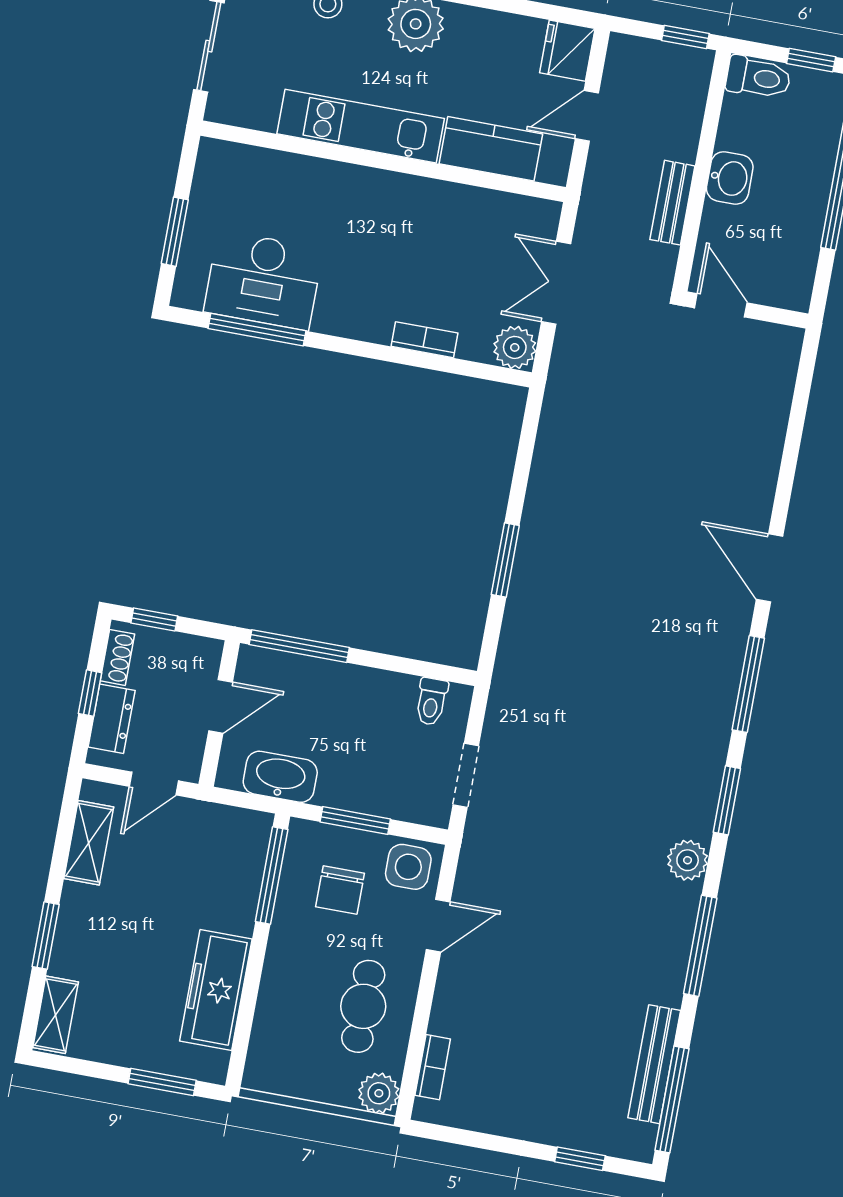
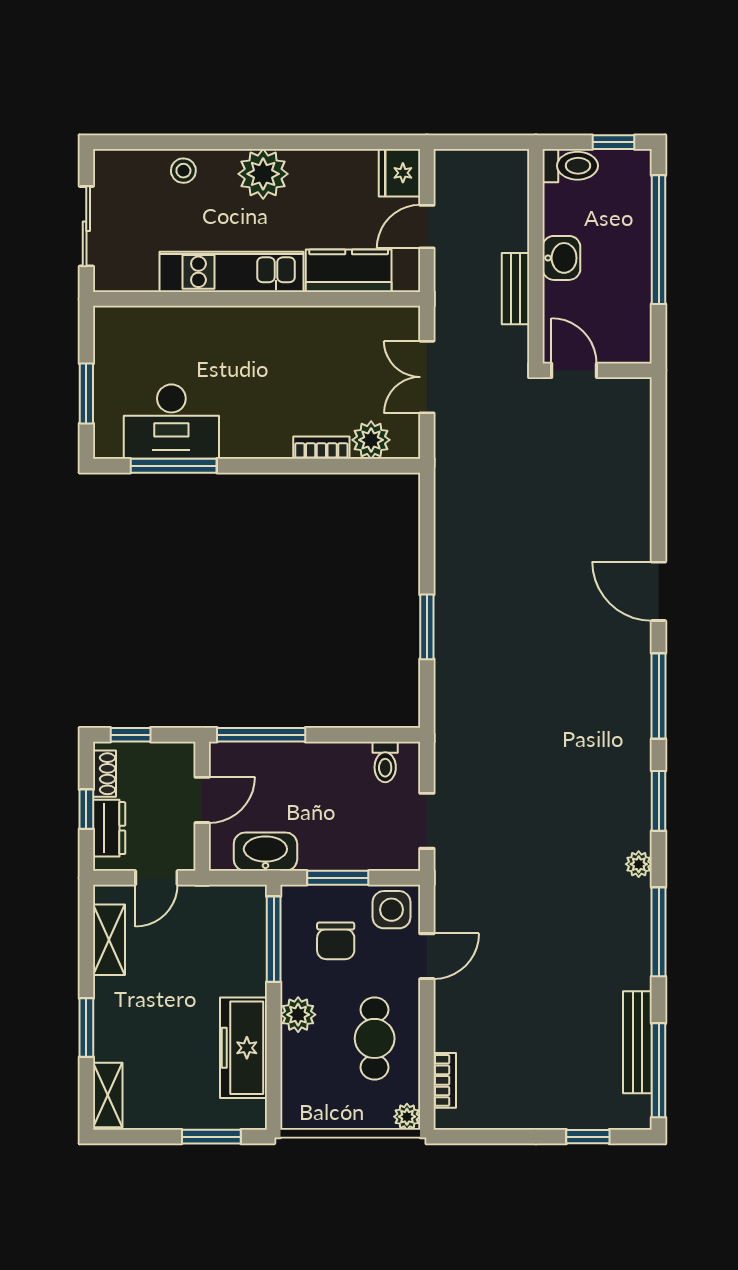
window: (685, 37) -> (500, 142), removed
plant: (515, 347) -> (371, 440), moved
plant: (688, 860) -> (639, 864), width x0.73, depth x0.73
plant: (283, 964) -> (298, 1015), added
plant: (379, 1093) -> (407, 1117), width x0.73, depth x0.73

